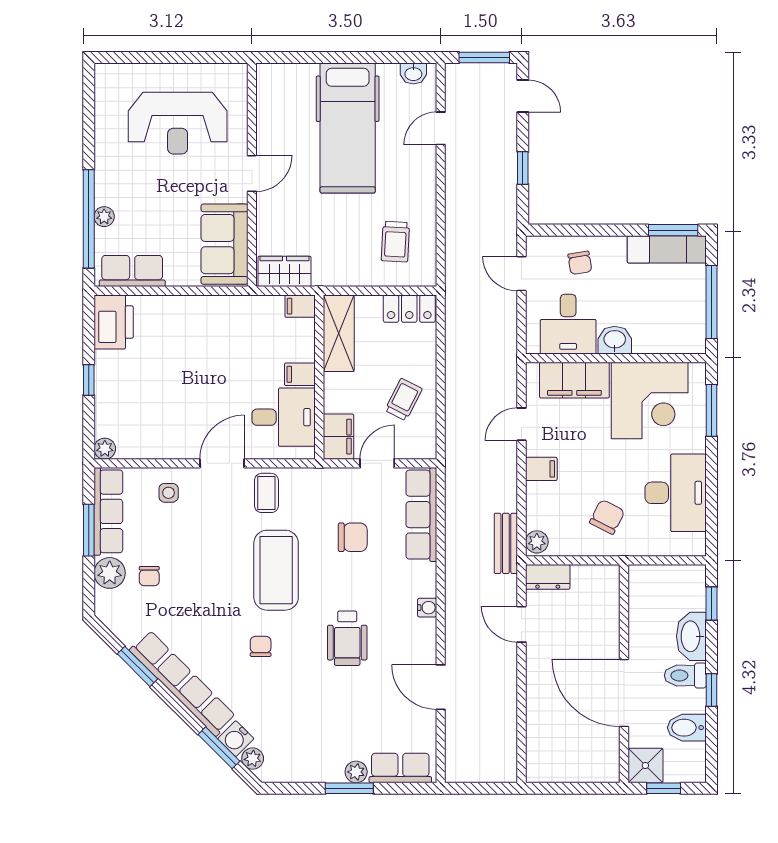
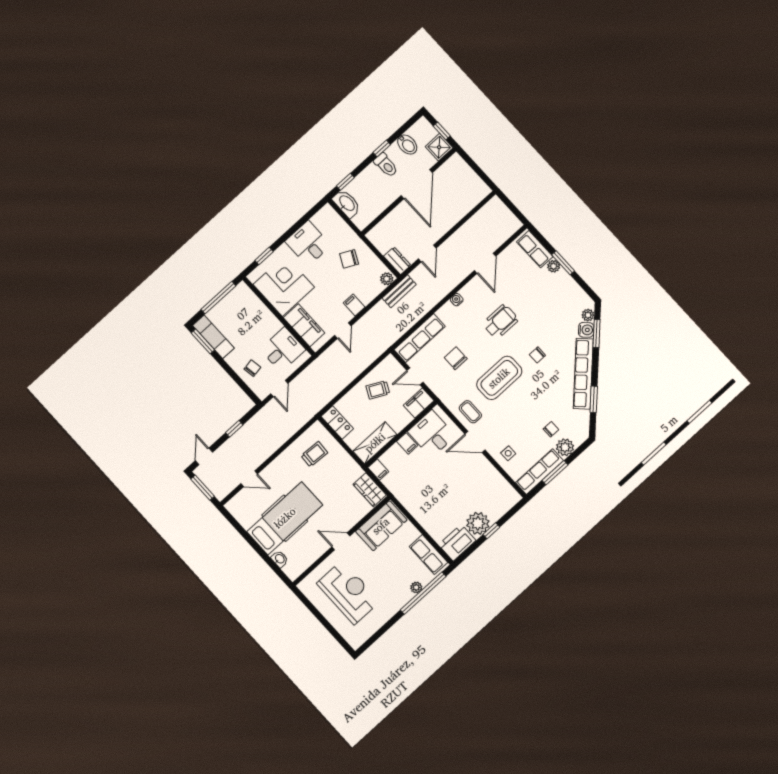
washbasin: (413, 73) -> (280, 559), moved
washbasin: (615, 340) -> (272, 324), removed
window: (712, 410) -> (264, 256), width x0.67
door: (521, 424) -> (343, 331), hinge flipped
plant: (105, 449) -> (478, 523), moved, width x1.87, depth x1.87
coffee table: (266, 493) -> (470, 412), turned 90
desk: (676, 493) -> (308, 243), width x0.73
washbasin: (691, 636) -> (347, 203), moved, turned -90

